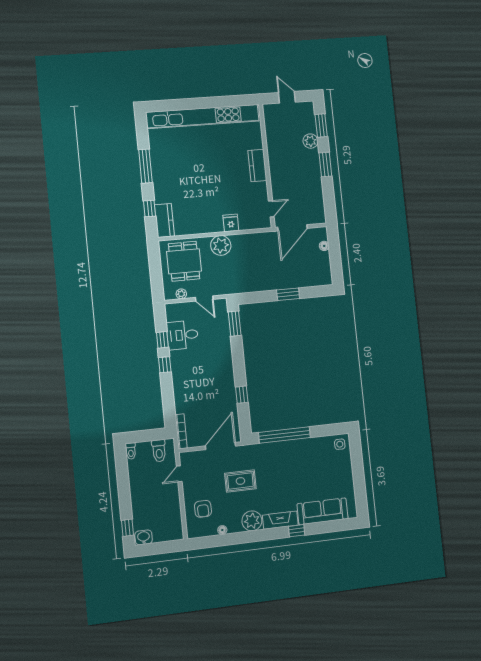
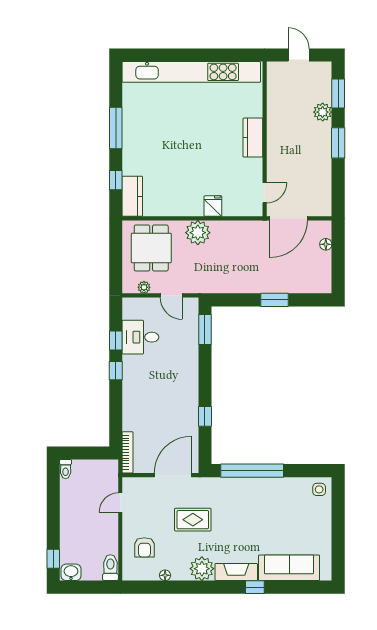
toilet: (159, 451) -> (110, 568), moved, turned 180

